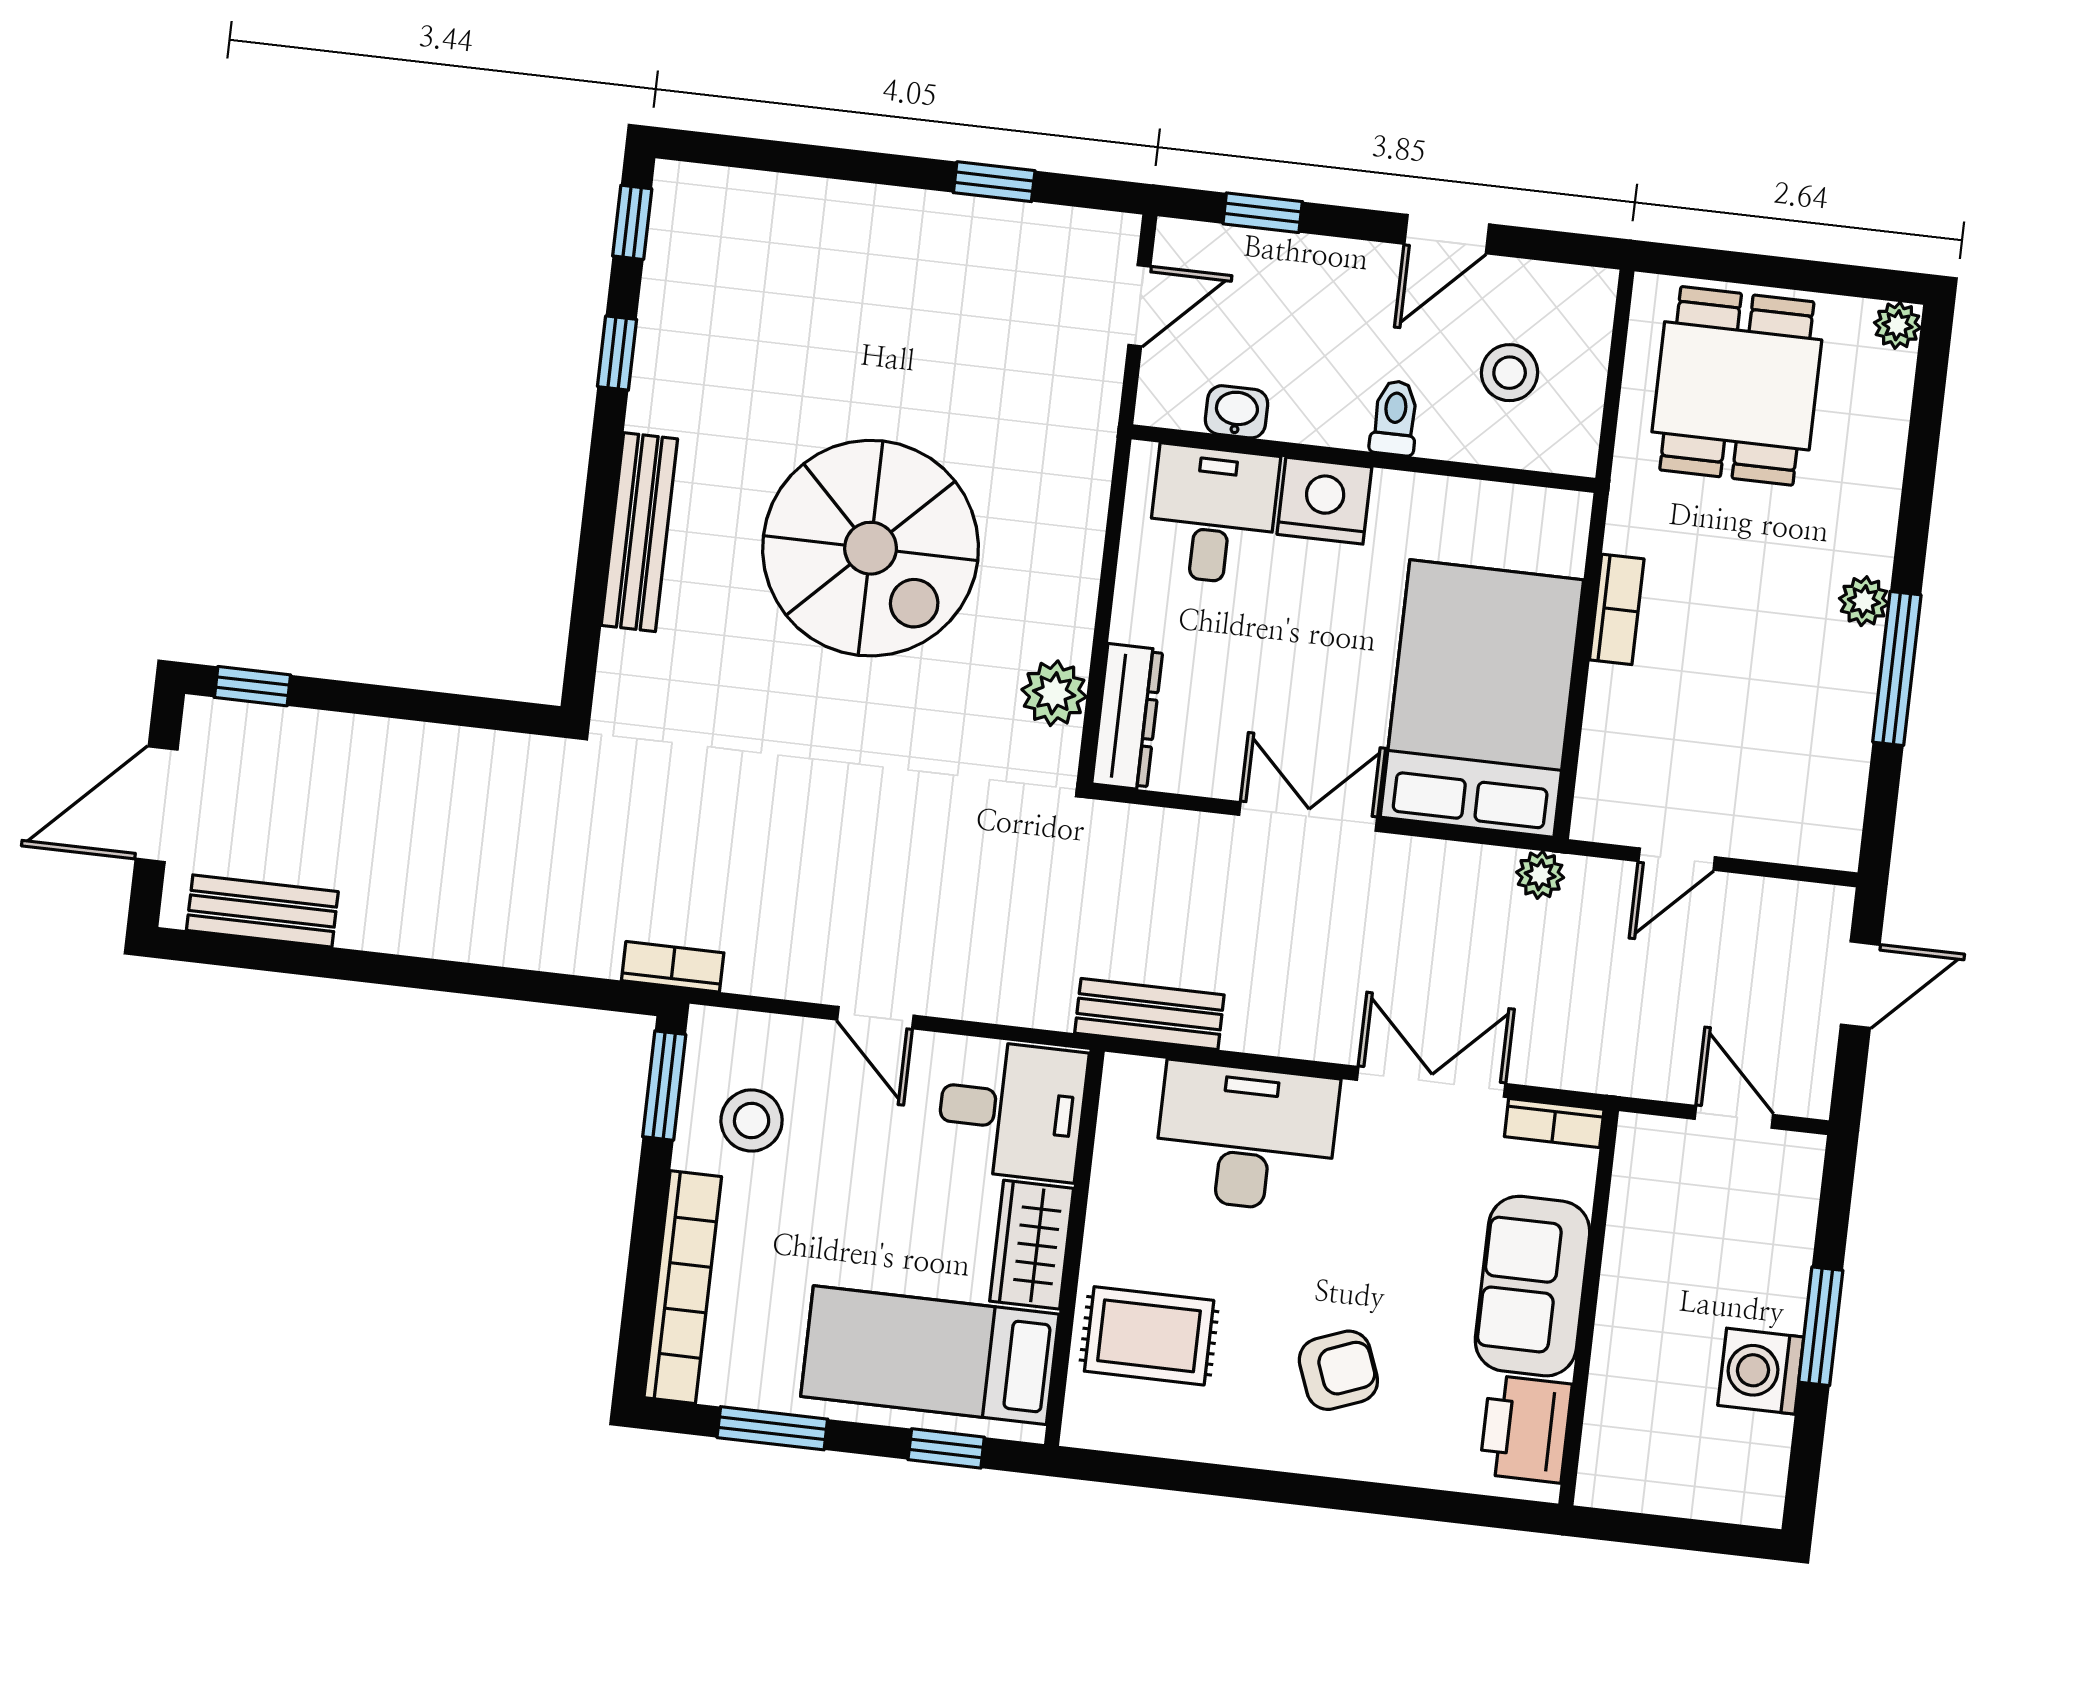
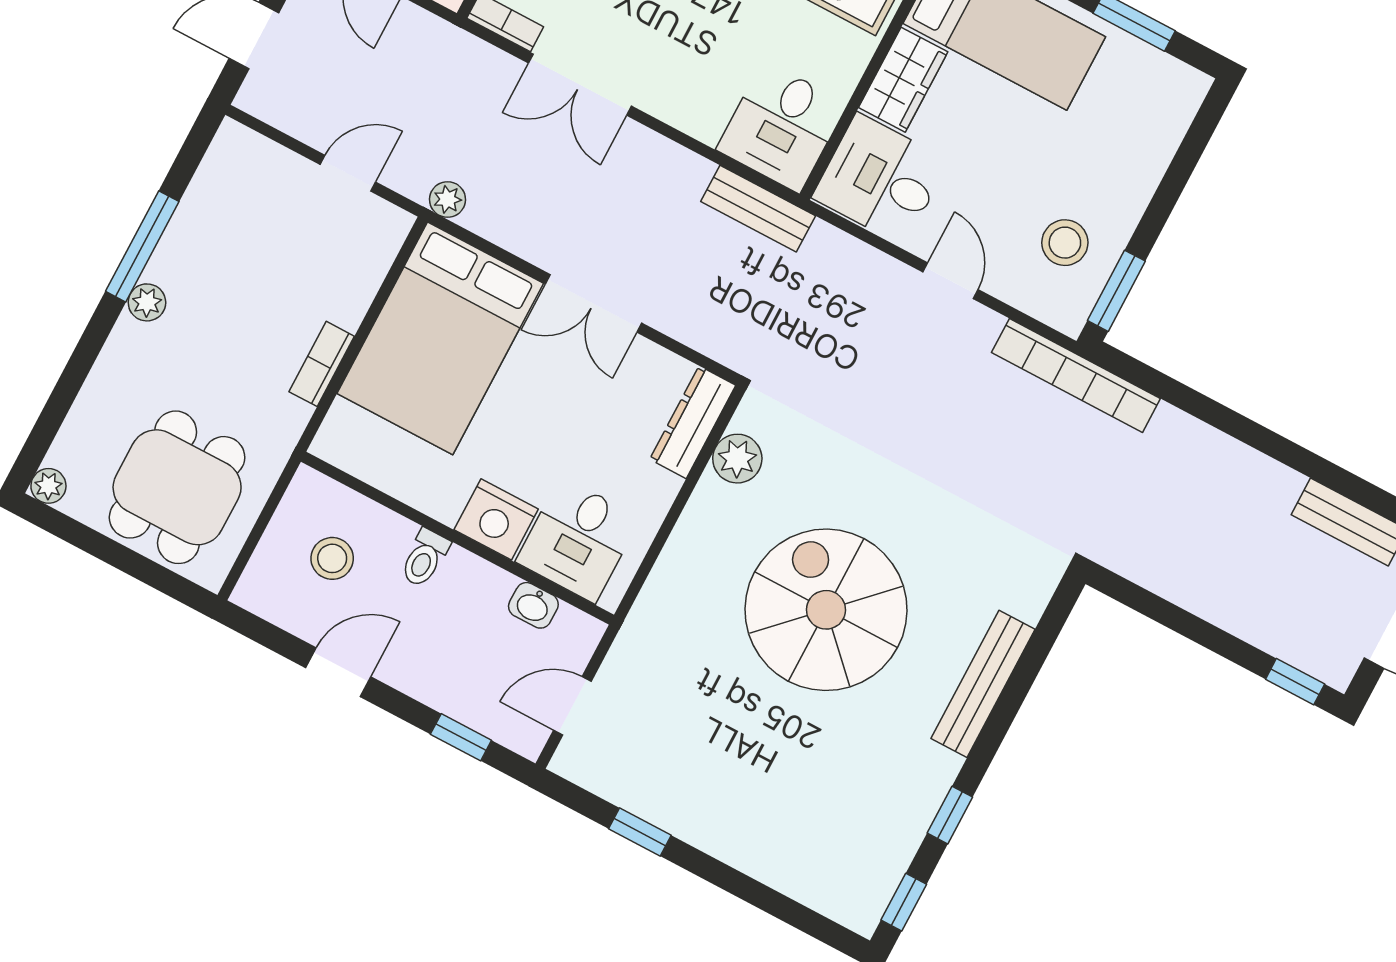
bookcase: (673, 967) -> (1076, 376), width x2.31, depth x1.31
desk: (1246, 1137) -> (782, 127), moved, width x0.73
bookcase: (683, 1287) -> (1158, 145), removed

